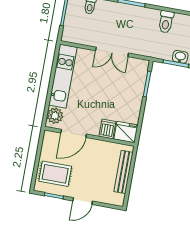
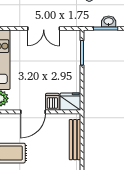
door: (74, 133) -> (33, 112), moved

